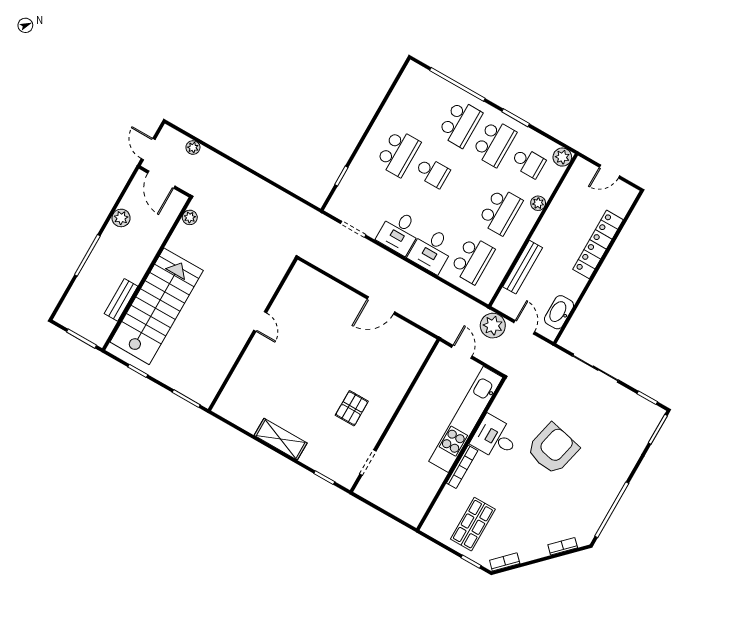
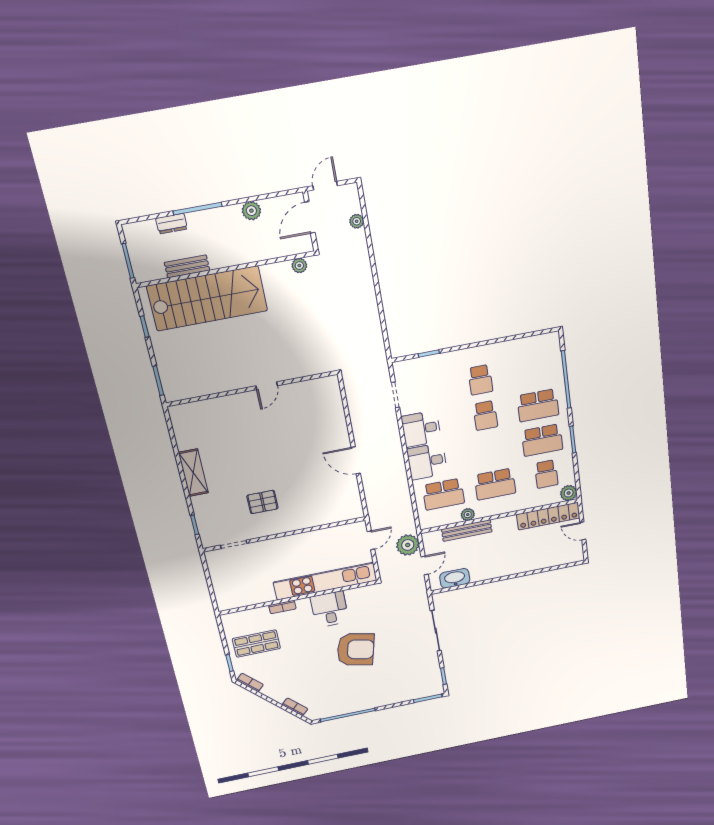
school desk: (398, 153) -> (480, 380), width x0.54
plant: (538, 203) -> (468, 515), moved
locker: (598, 244) -> (548, 516), moved, turned 180
dresser: (82, 283) -> (172, 224), added
bookcase: (462, 467) -> (282, 607), width x0.64

